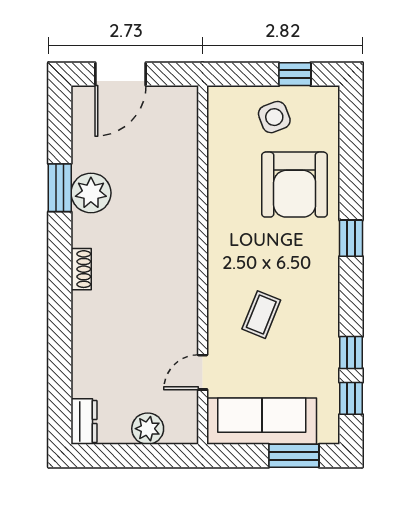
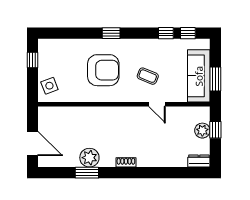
side table: (274, 117) -> (49, 86), moved
armchair: (295, 185) -> (103, 70), moved
door: (203, 372) -> (157, 104), moved
window: (149, 456) -> (215, 130), added
window: (294, 456) -> (215, 79), moved

